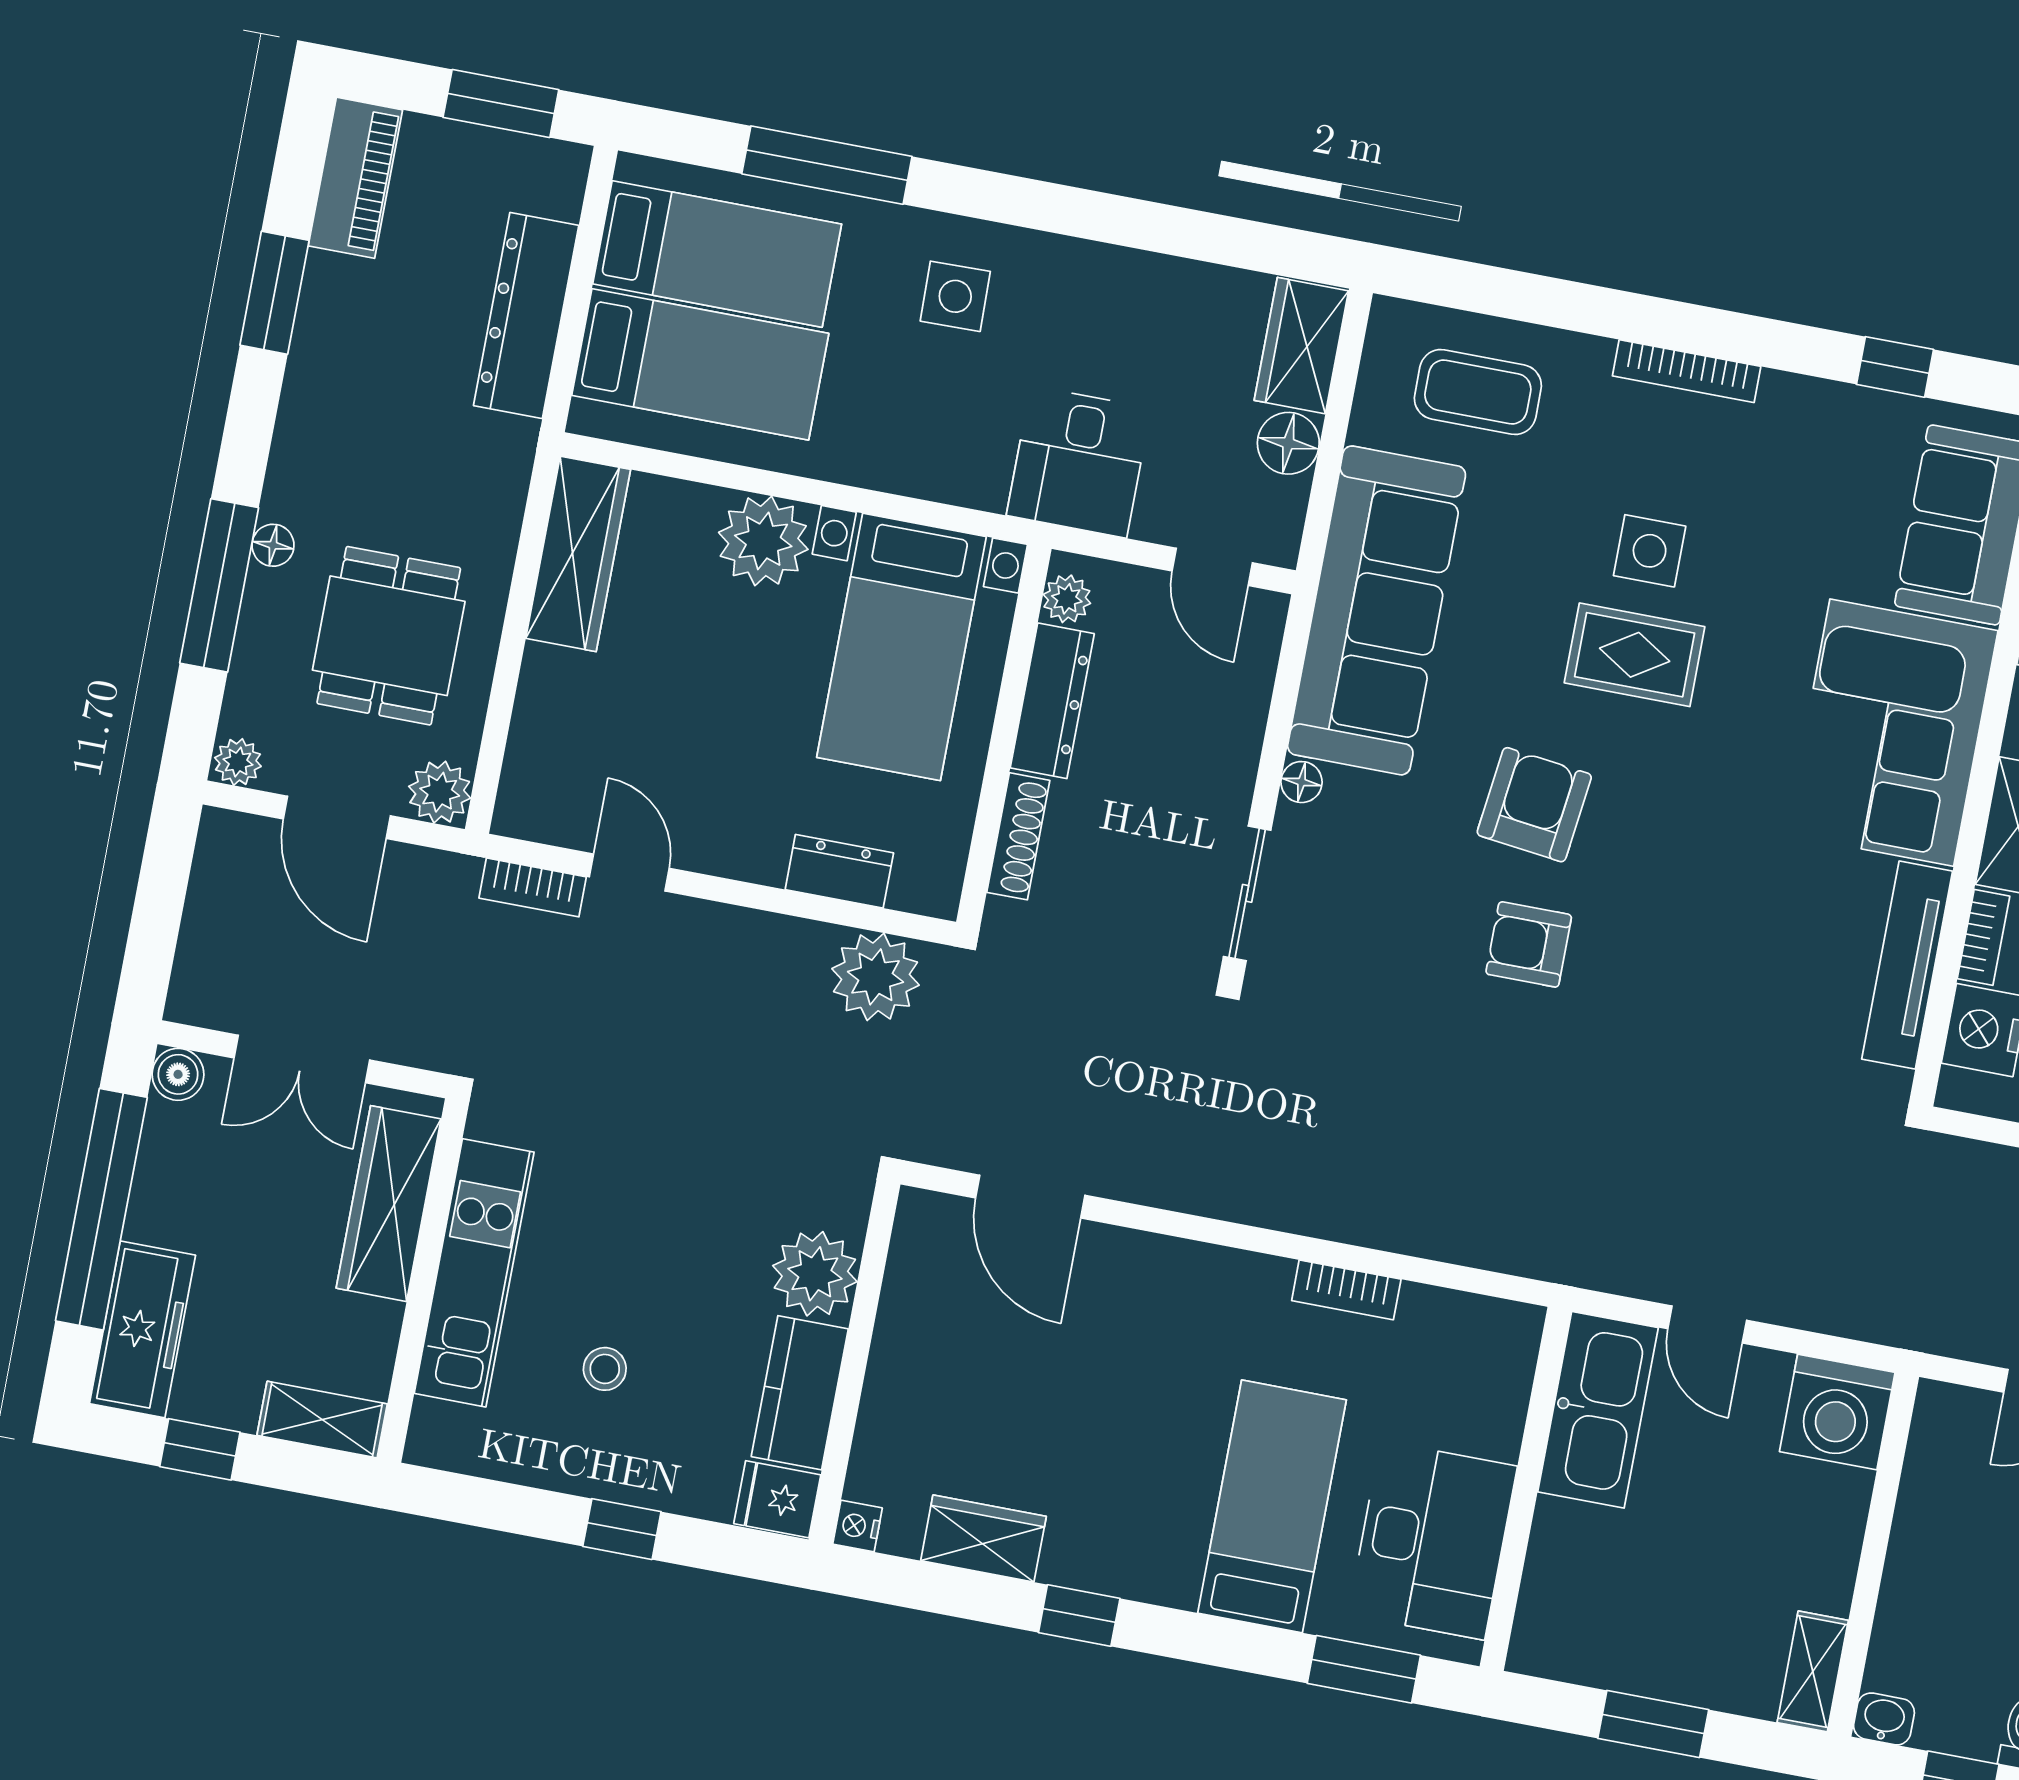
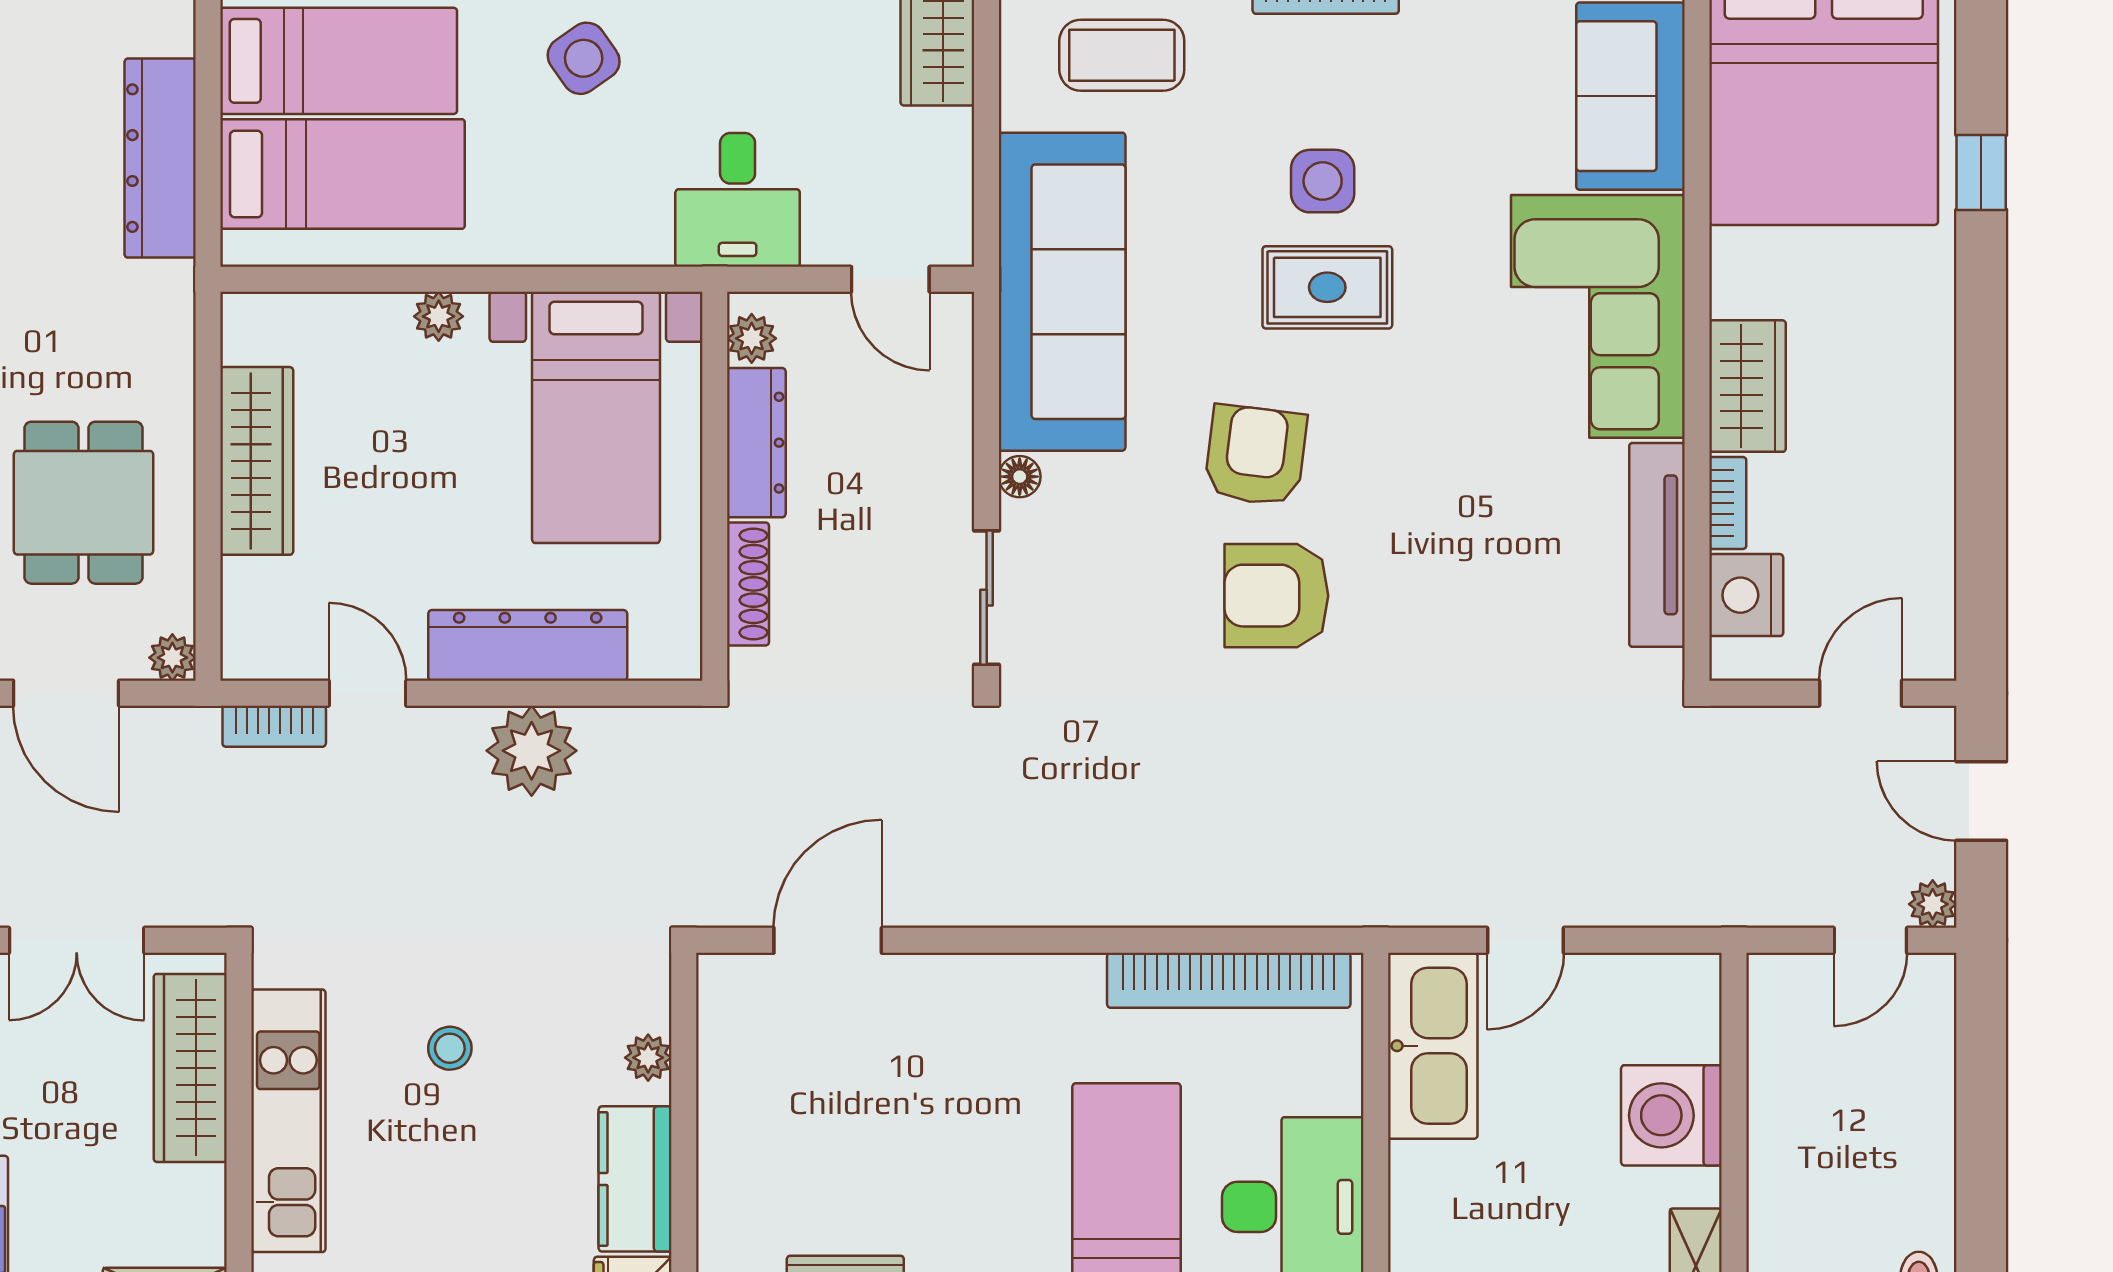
side table: (955, 296) -> (584, 58), turned -34
floor lamp: (1288, 443) -> (943, 142), removed
plant: (763, 541) -> (439, 316), width x0.53, depth x0.53
wardrobe: (578, 554) -> (257, 461), moved
plant: (440, 792) -> (172, 658), width x0.73, depth x0.73
dresser: (839, 871) -> (528, 645), width x1.96, depth x1.24
armchair: (1529, 944) -> (1276, 596), width x1.38, depth x1.38
plant: (875, 977) -> (532, 751), moved
door: (1030, 1197) -> (828, 940), swing flipped
plant: (815, 1274) -> (648, 1058), width x0.53, depth x0.53
bookcase: (1346, 1290) -> (1229, 980), width x2.31, depth x1.31
door: (1707, 1324) -> (1526, 940), hinge flipped
stool: (605, 1369) -> (450, 1048), moved
washing machine: (1837, 1412) -> (1671, 1115), moved, turned 90

